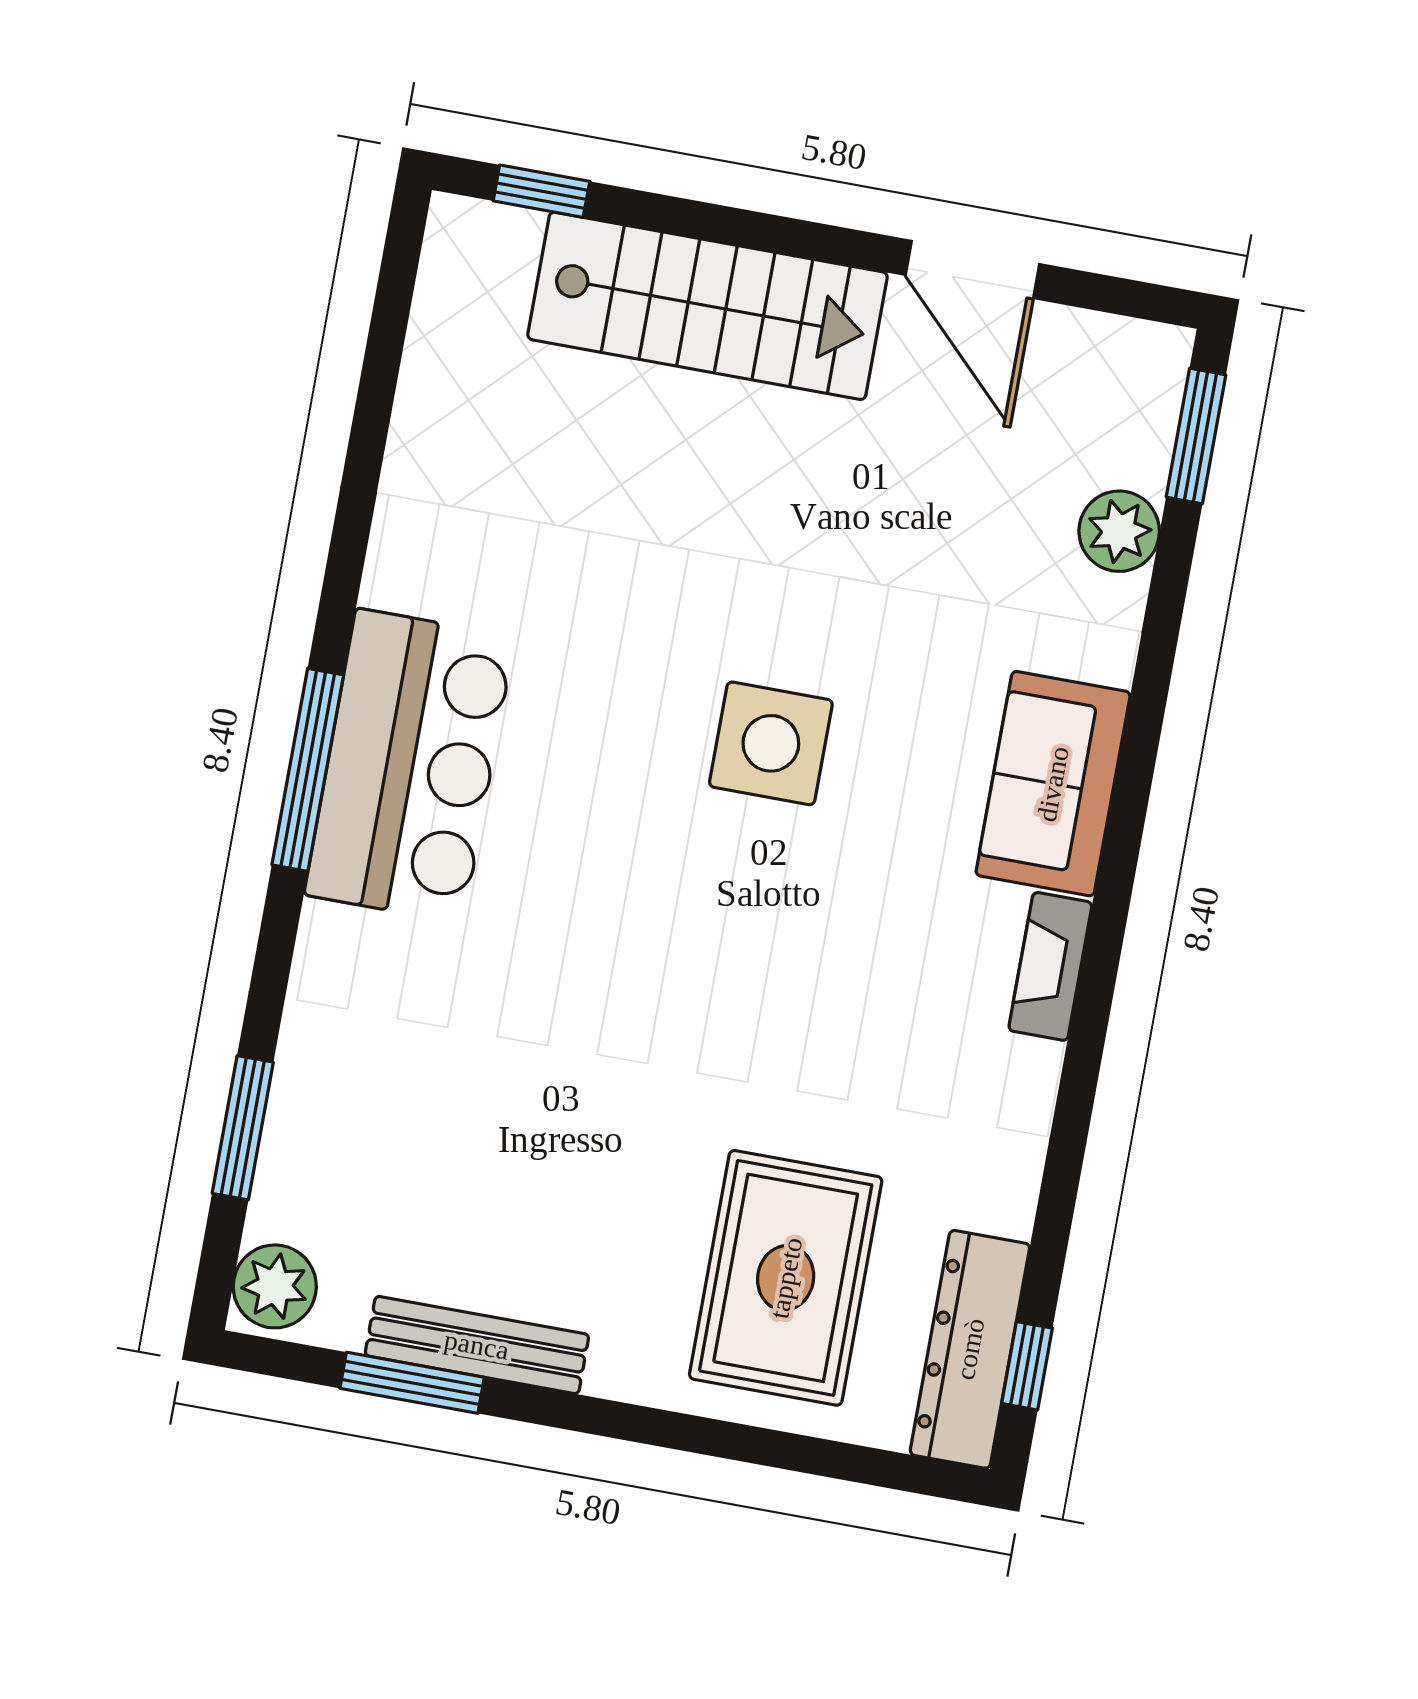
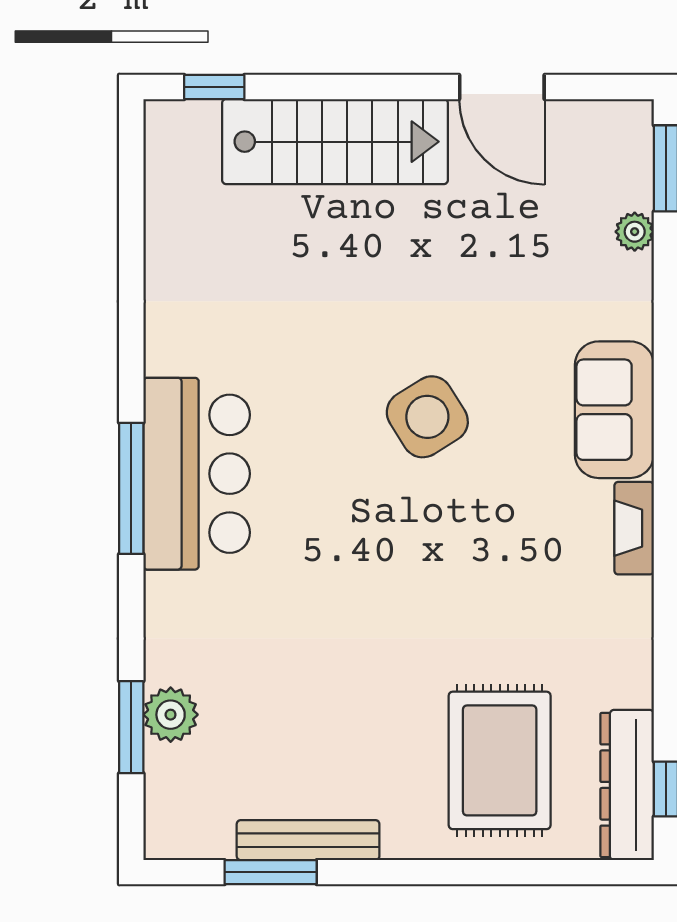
plant: (1119, 531) -> (635, 232), width x0.73, depth x0.73
side table: (771, 743) -> (427, 417), turned -32
plant: (275, 1286) -> (171, 715), moved

